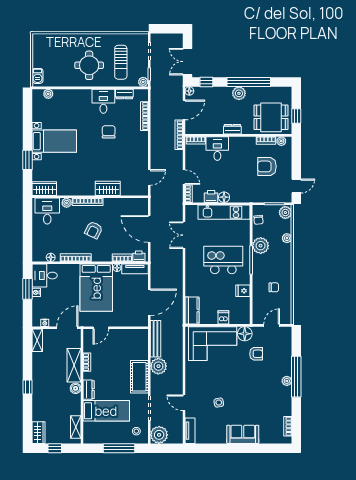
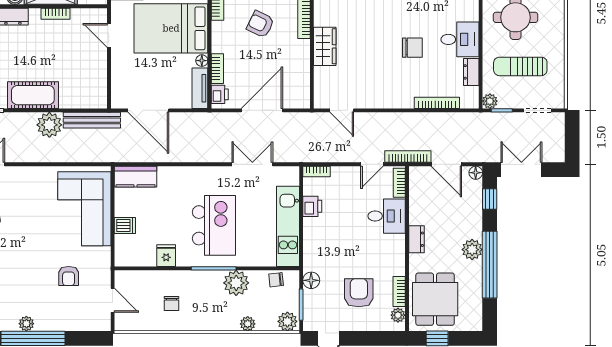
door: (184, 177) -> (372, 164), moved
floor lamp: (224, 197) -> (311, 280), moved
floor lamp: (245, 334) -> (100, 258), removed

